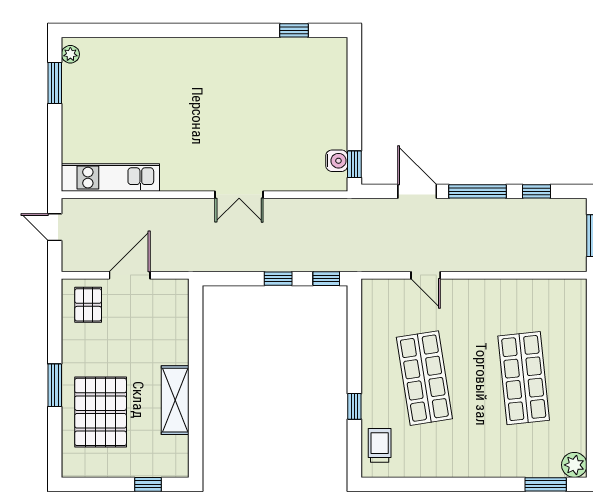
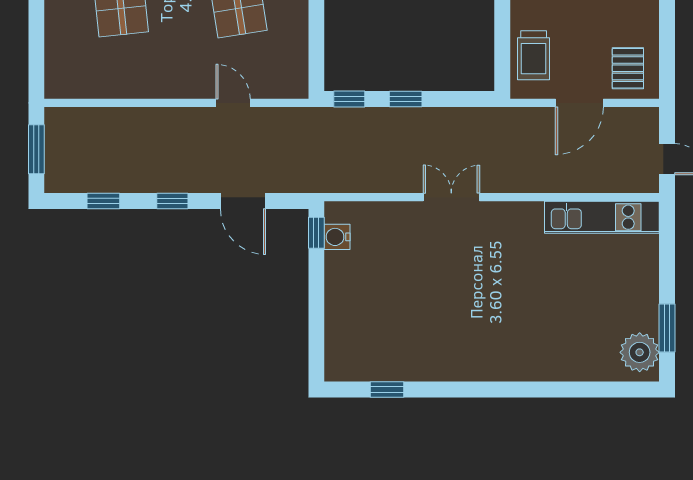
plant: (70, 54) -> (640, 352), width x1.87, depth x1.87
window: (477, 191) -> (172, 201), width x0.46
trolley: (169, 316) -> (534, 55), added

